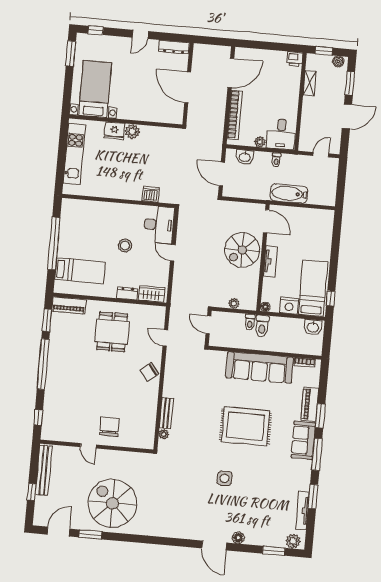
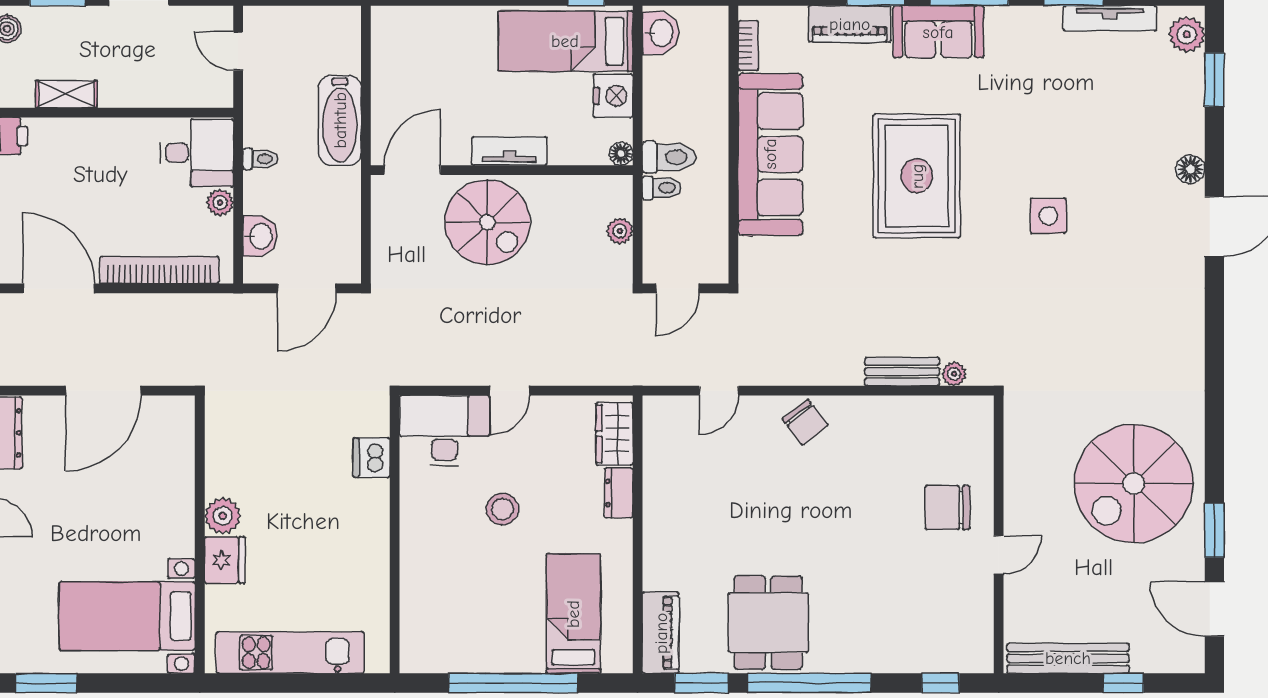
dining table: (112, 332) -> (768, 623), moved, turned 90

